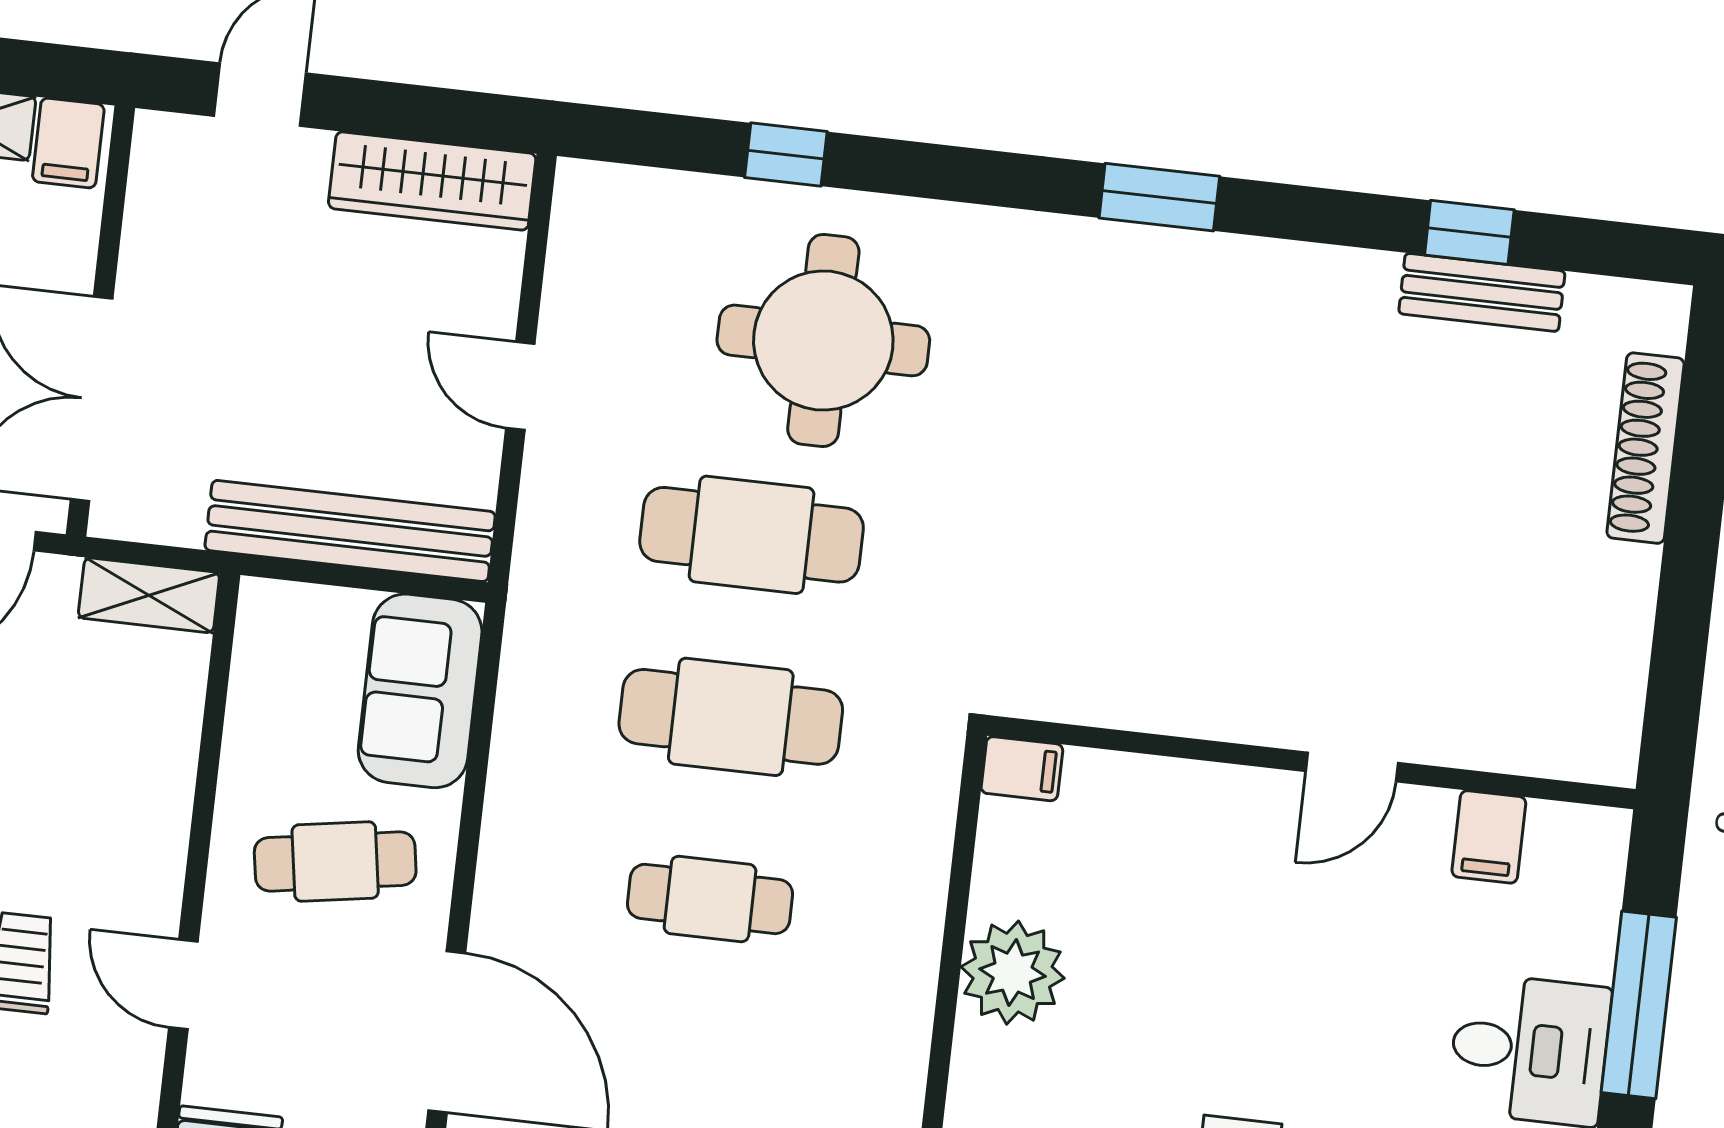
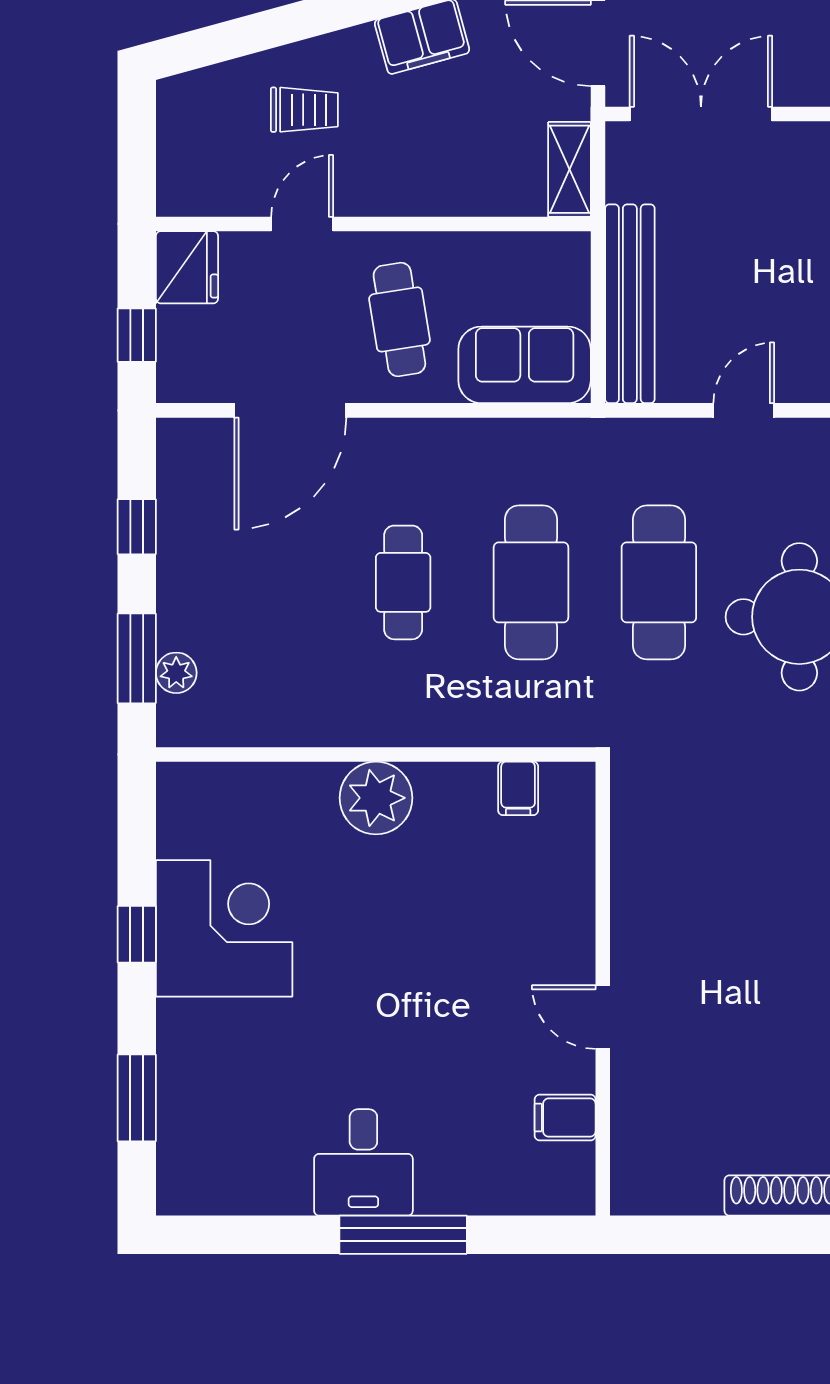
wall: (1311, 762) -> (603, 989), moved
door: (1352, 767) -> (603, 1017), moved
filing cabinet: (1489, 837) -> (565, 1118), moved

